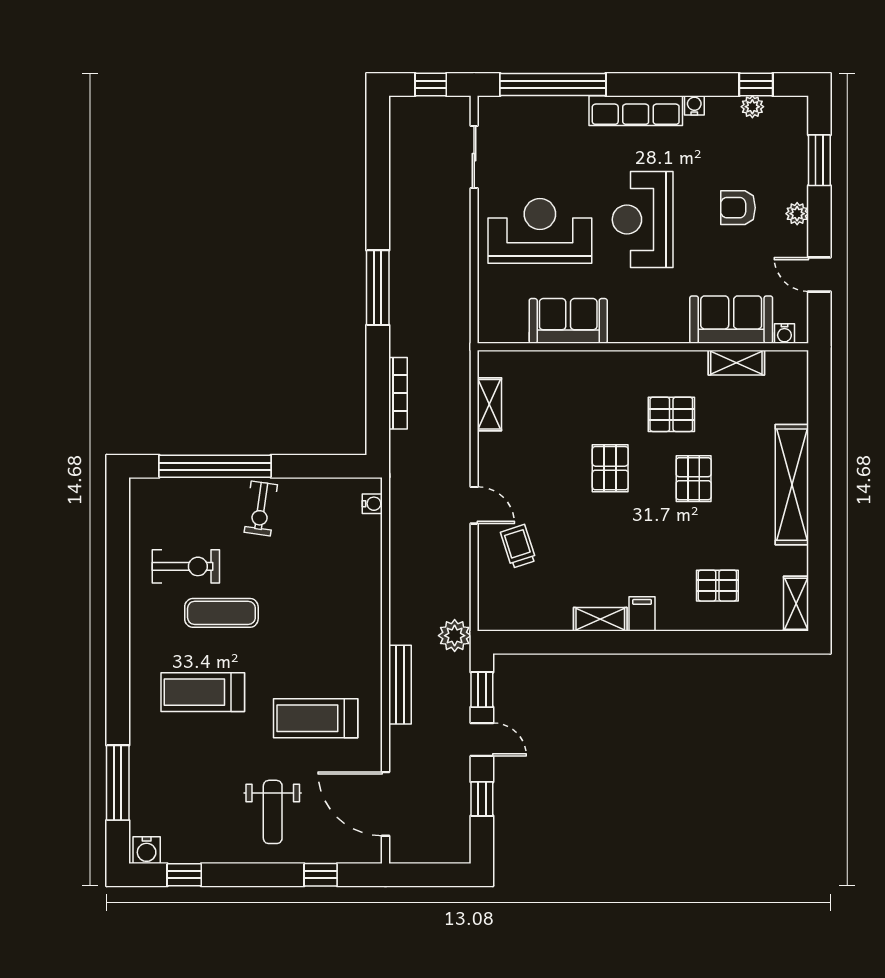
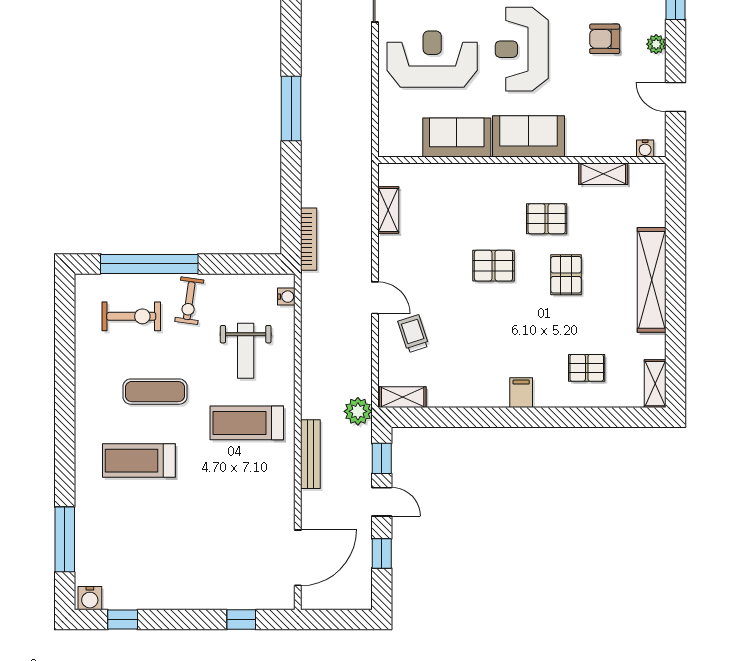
sofa: (731, 320) -> (529, 136), moved
bookcase: (398, 393) -> (309, 239), moved
pallet: (610, 468) -> (493, 266), turned 90
exercise bike: (186, 566) -> (131, 316), moved
shelving: (600, 619) -> (403, 397), moved
treadmill: (316, 718) -> (247, 423), moved
door: (386, 804) -> (298, 558), swing flipped
weight bench: (273, 812) -> (246, 351), moved

